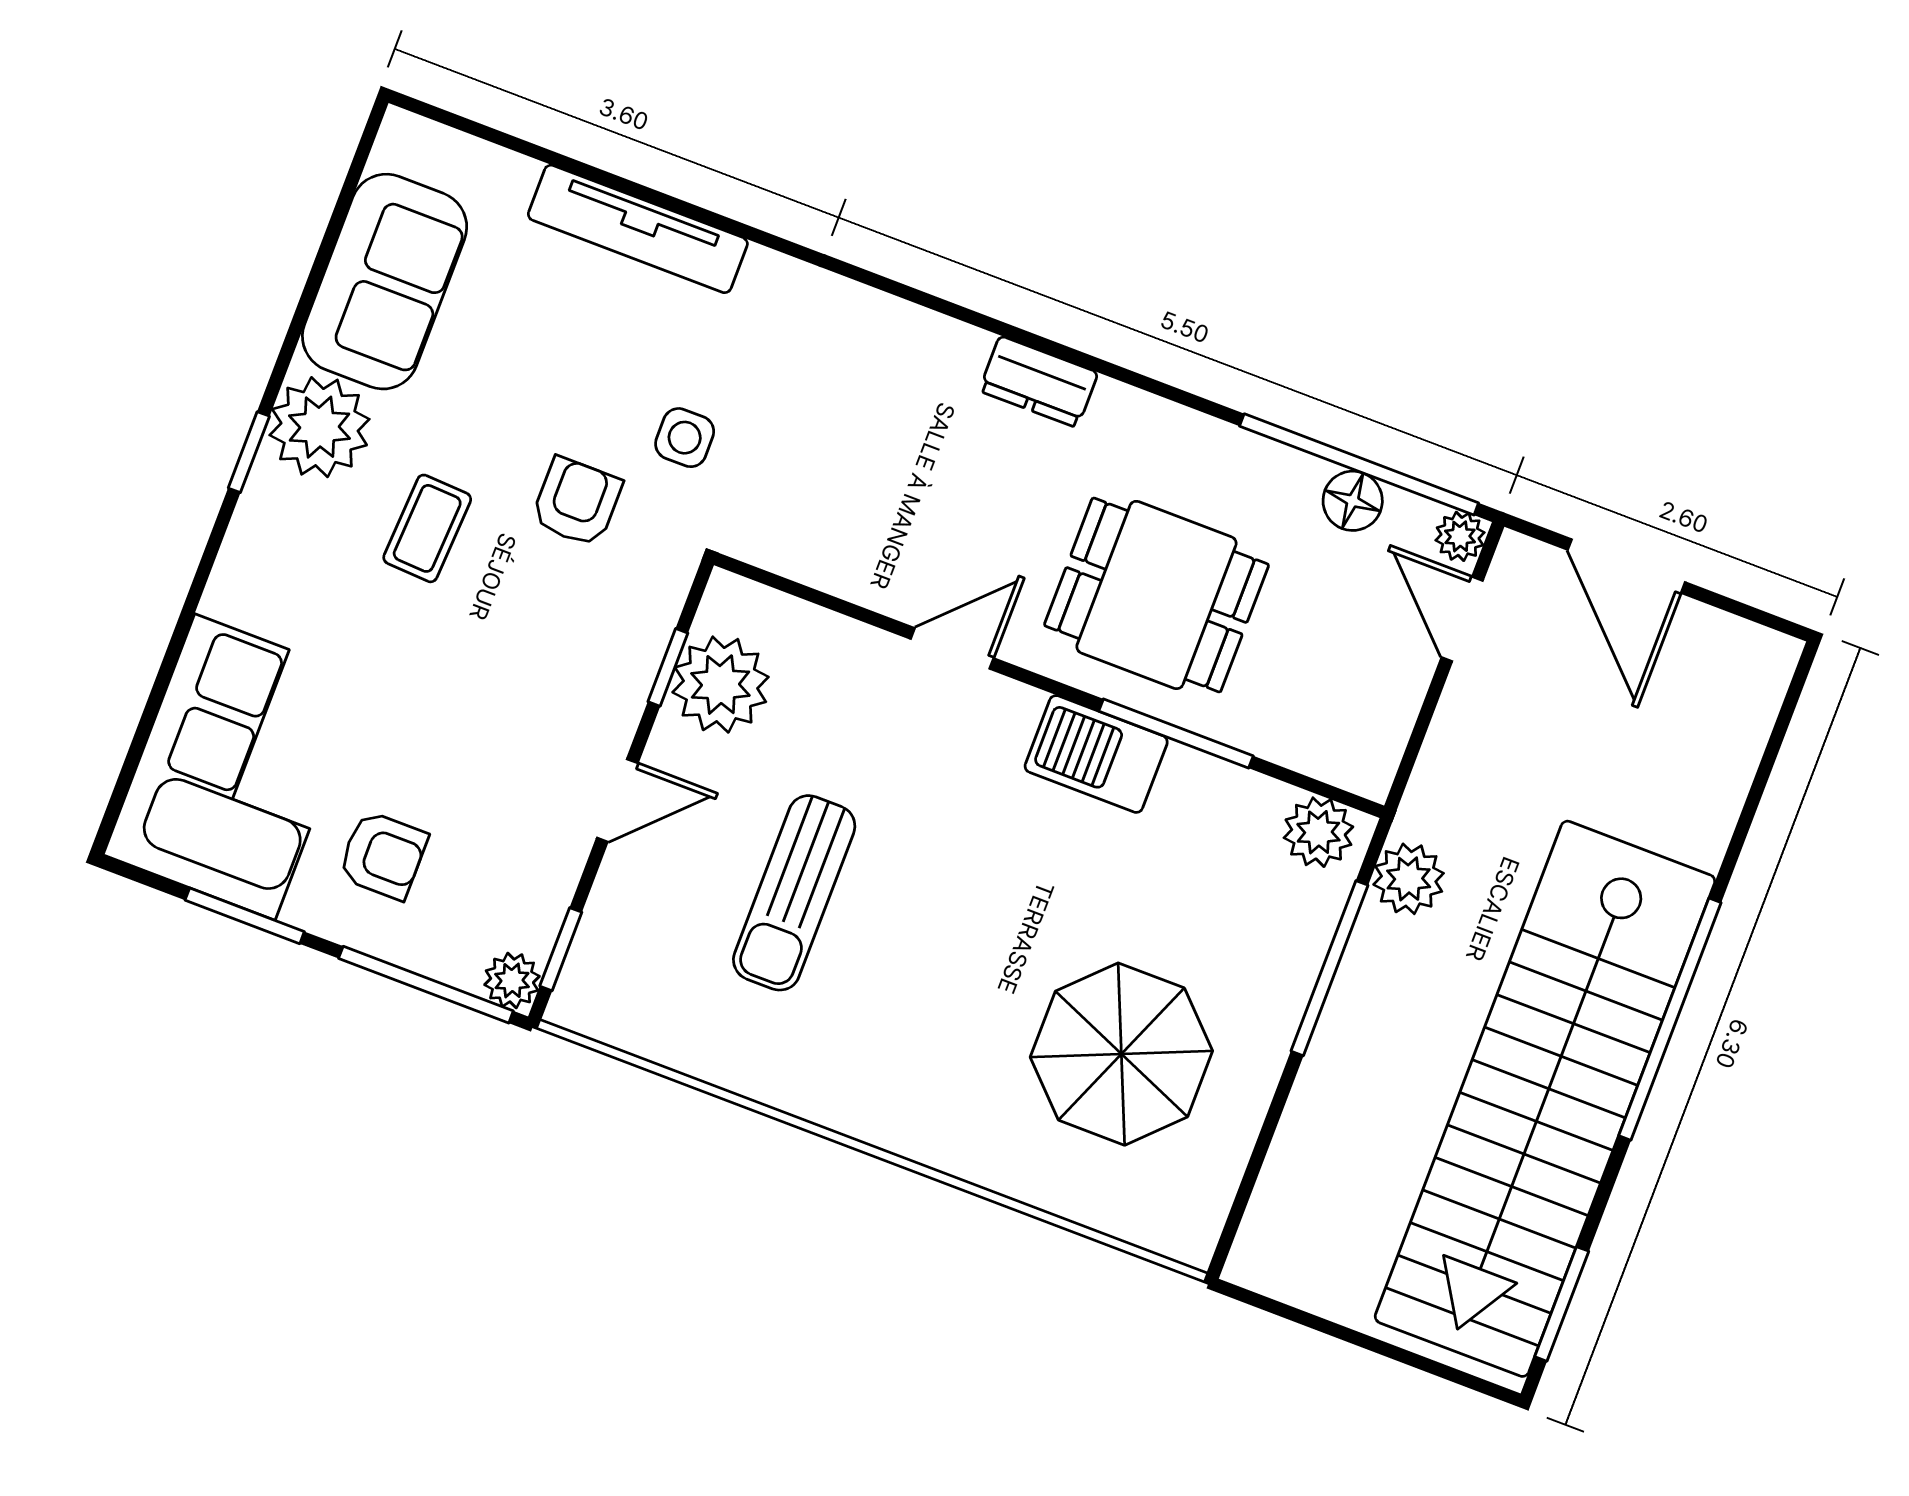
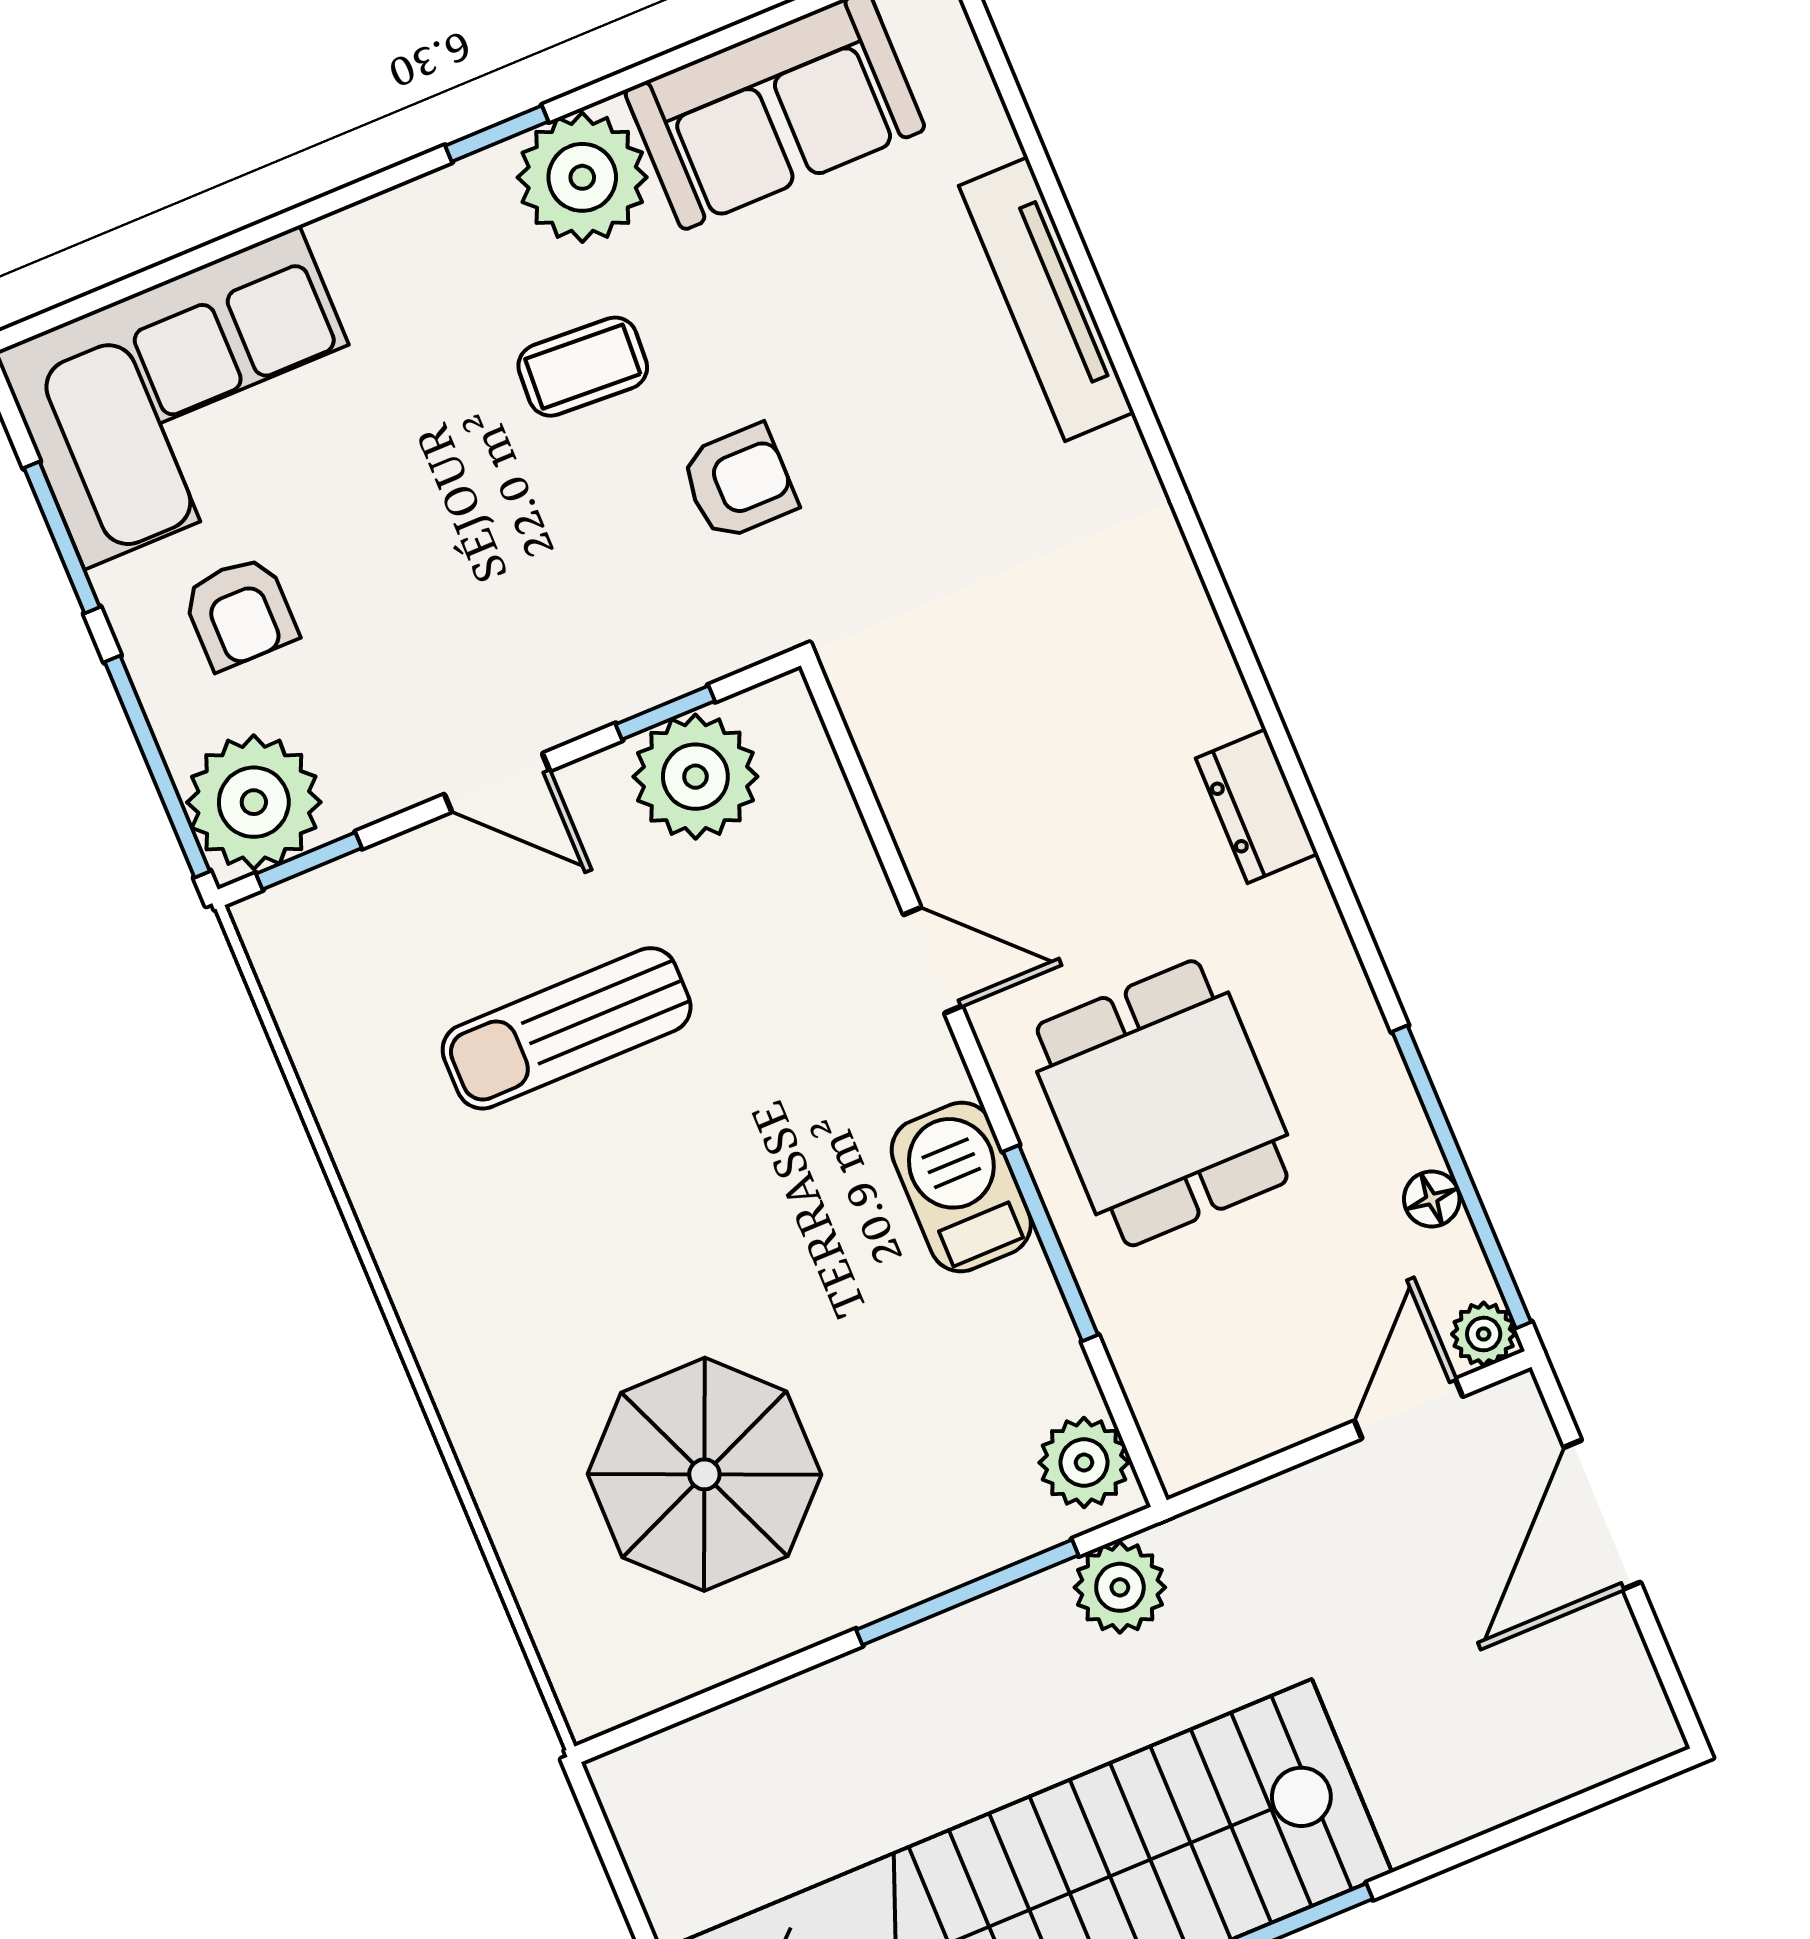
side table: (685, 438) -> (894, 526), removed
floor lamp: (1353, 501) -> (1432, 1199), width x0.73, depth x0.73
plant: (512, 981) -> (254, 802), width x1.88, depth x1.88

